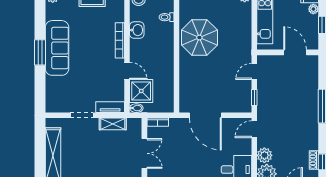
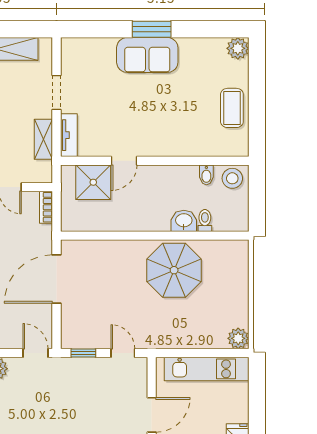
washbasin: (137, 30) -> (184, 221), moved, turned 180
bookcase: (120, 40) -> (170, 150), removed
sofa: (57, 48) -> (147, 55), width x0.73
bidet: (136, 108) -> (206, 175), moved

